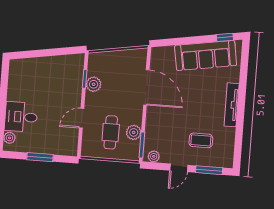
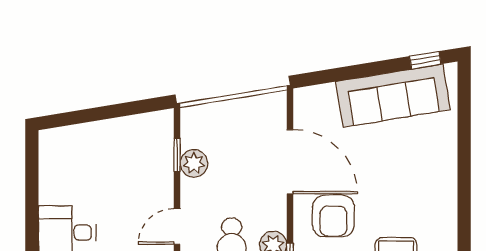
tv unit: (232, 105) -> (447, 181), removed
armchair: (168, 119) -> (333, 216), added

